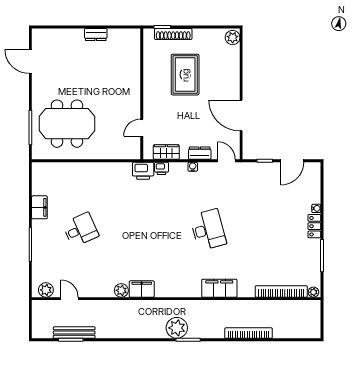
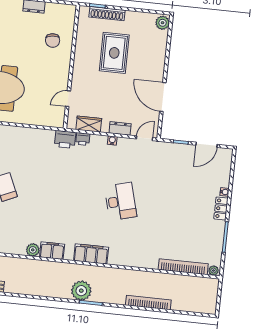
chair: (119, 68) -> (53, 40), added
door: (226, 161) -> (145, 138), hinge flipped
filing cabinet: (219, 288) -> (91, 254), moved

